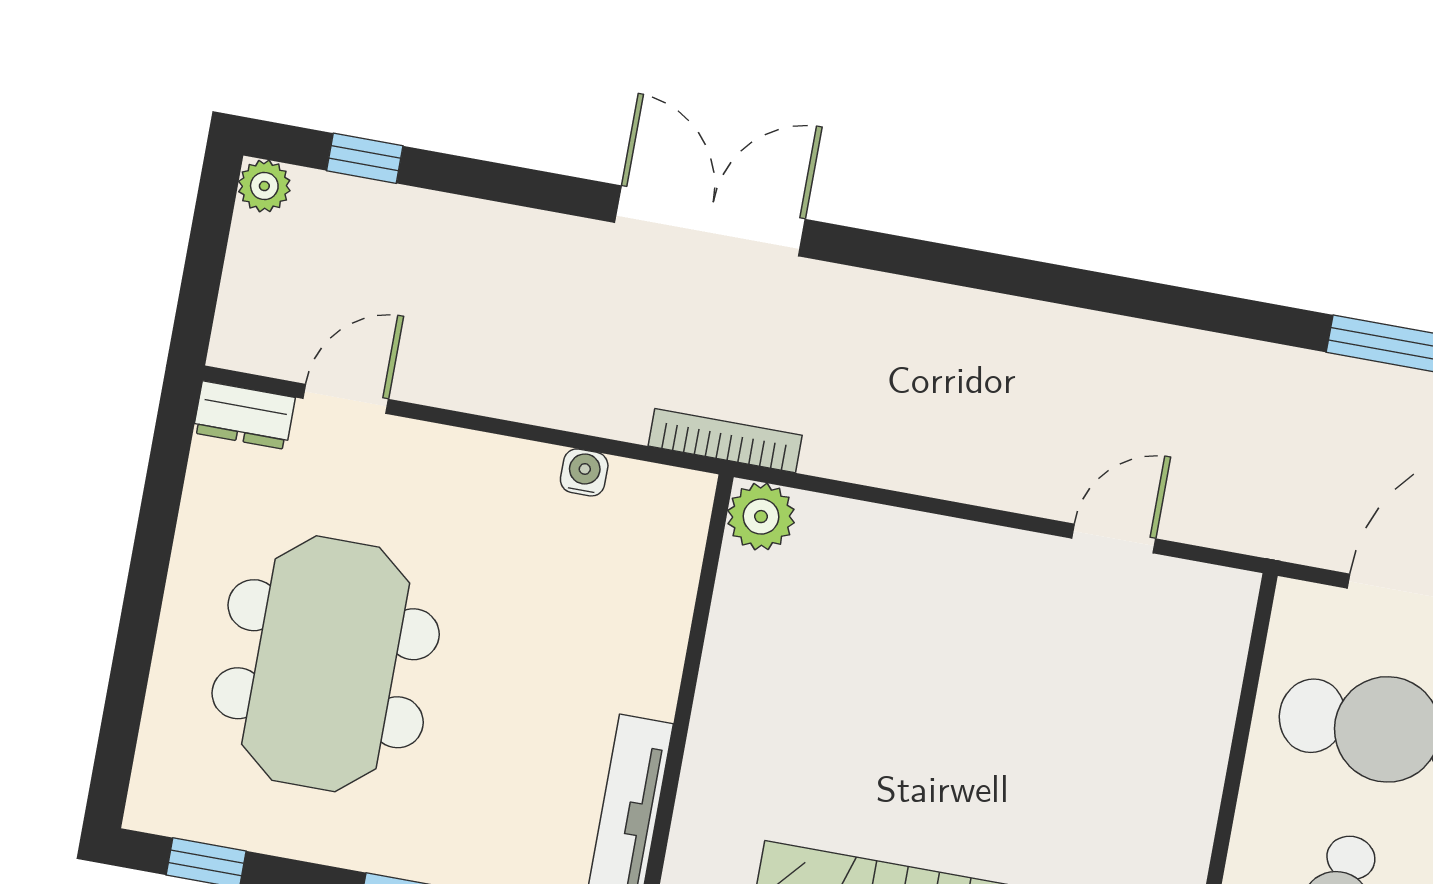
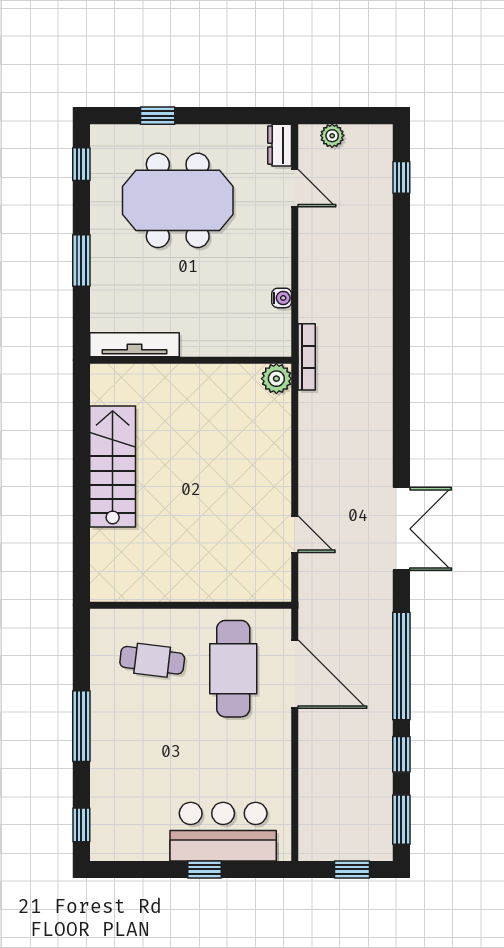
plant: (264, 186) -> (332, 136), moved
double door: (710, 221) -> (401, 529), moved
window: (130, 674) -> (158, 116), added

